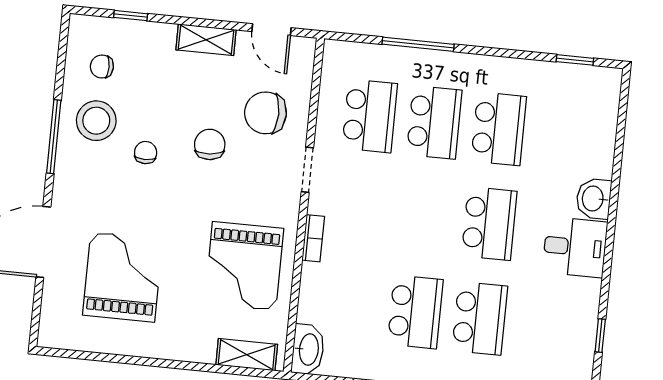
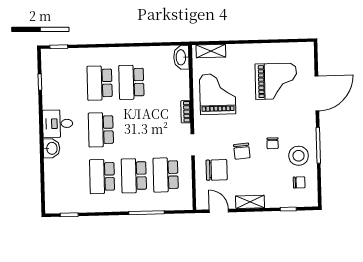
grand piano: (123, 277) -> (276, 81), turned -90

